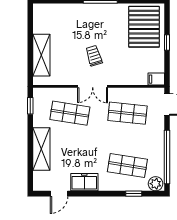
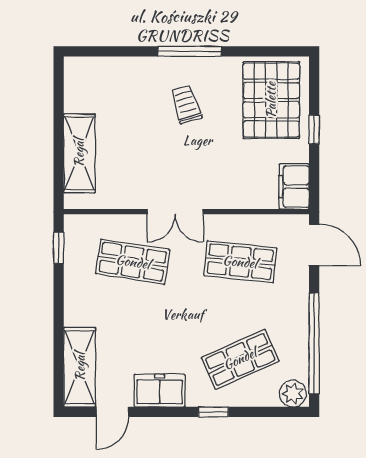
trolley: (94, 56) -> (186, 104), moved
filing cabinet: (156, 79) -> (294, 187), width x2.00
shelving: (41, 149) -> (80, 367), moved
shop shelf: (127, 165) -> (240, 359), turned -33
window: (134, 194) -> (213, 412), moved

